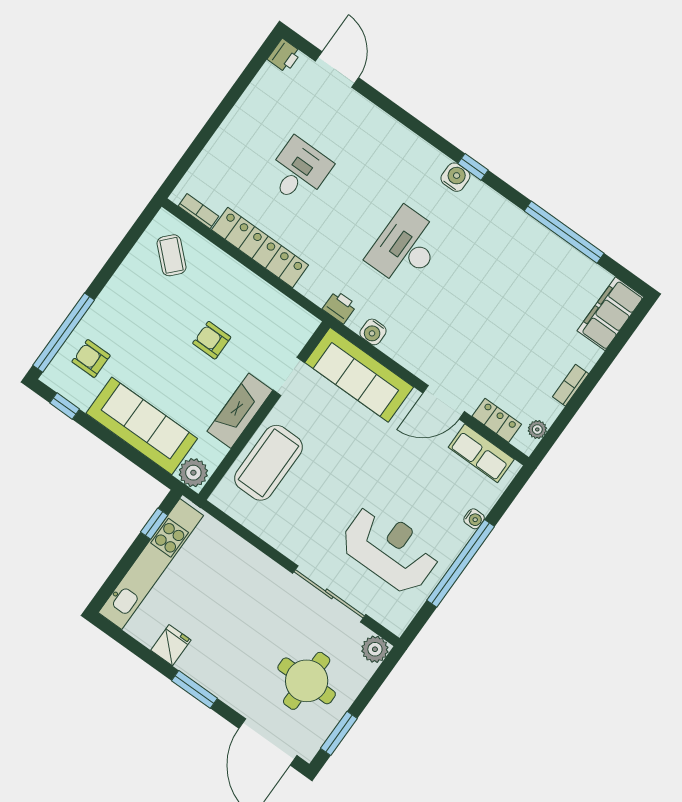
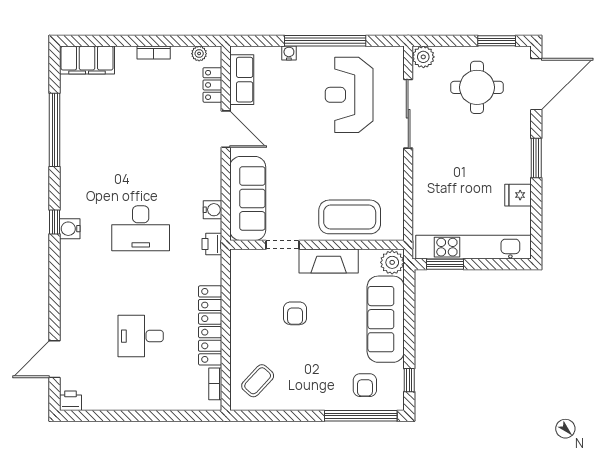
window: (154, 524) -> (445, 264), width x1.50

